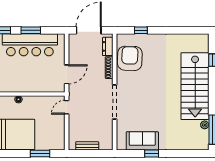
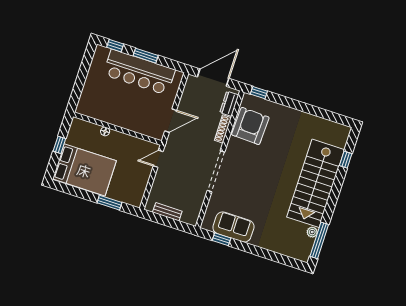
window: (141, 30) -> (259, 93), moved
window: (152, 154) -> (221, 239), moved

